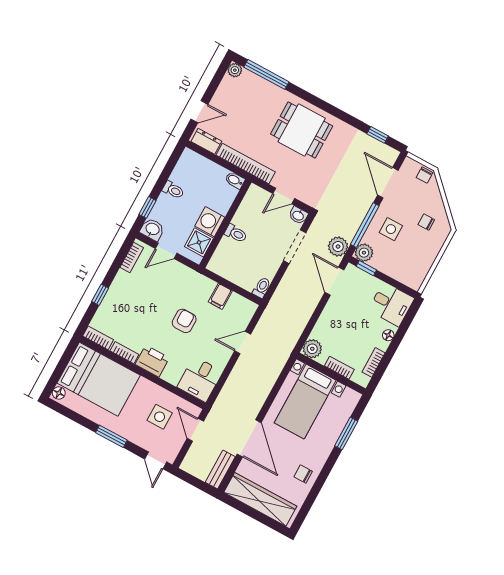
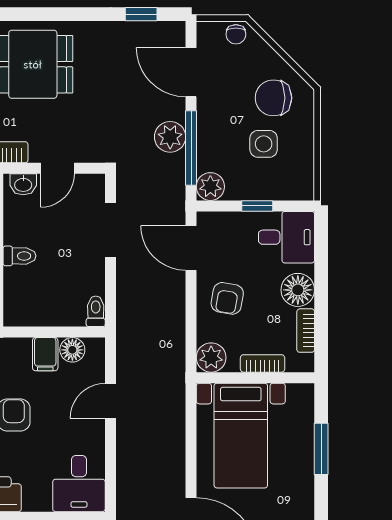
washbasin: (298, 215) -> (23, 184), moved
chair: (426, 222) -> (273, 98), width x1.87, depth x1.87
side table: (391, 229) -> (264, 144), moved
plant: (338, 247) -> (170, 137), moved
window: (366, 268) -> (257, 206), moved
floor lamp: (237, 302) -> (72, 350), added
armchair: (339, 320) -> (227, 298), added
floor lamp: (388, 335) -> (298, 290), width x1.89, depth x1.89

